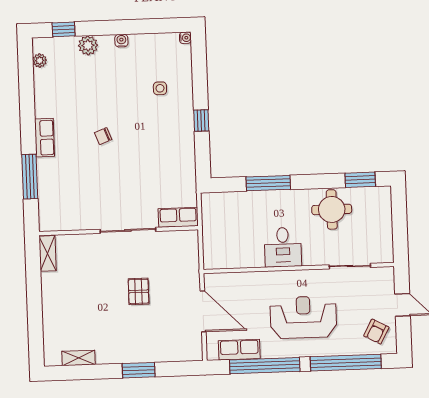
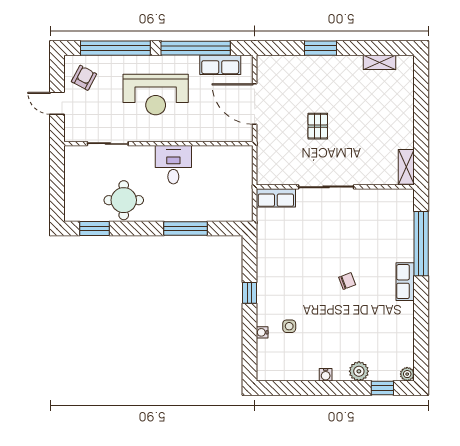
water cooler: (185, 38) -> (262, 332), moved
plant: (40, 61) -> (407, 374), moved
window: (30, 177) -> (421, 244), width x1.46

